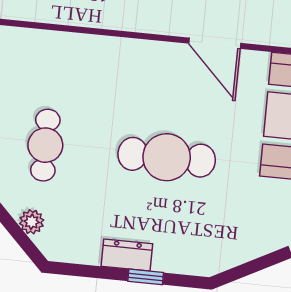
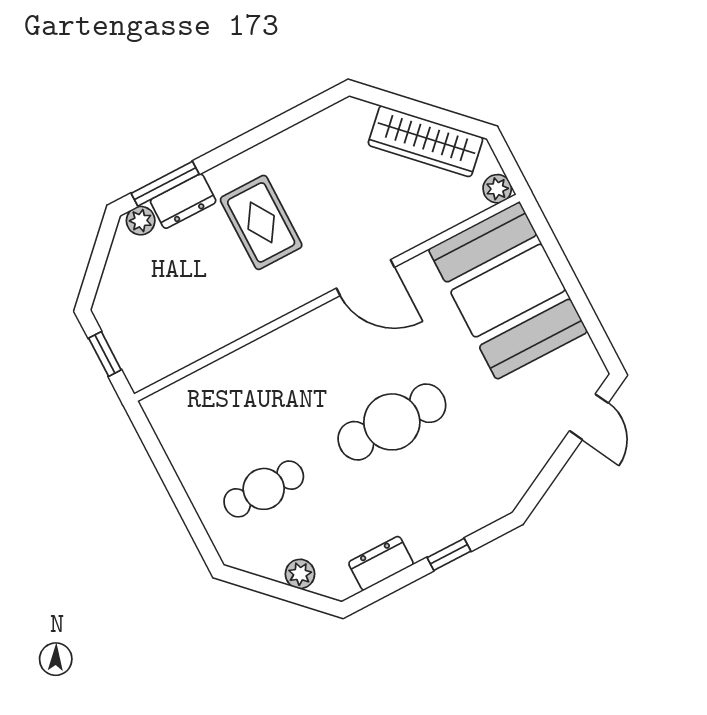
cafe table: (45, 145) -> (264, 489), turned 90
dresser: (127, 255) -> (381, 563), moved

